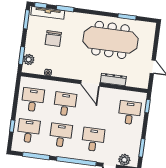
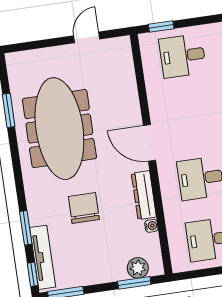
chair: (53, 38) -> (84, 208), moved, turned -90
dresser: (113, 79) -> (144, 195), moved
door: (90, 83) -> (150, 143), swing flipped

